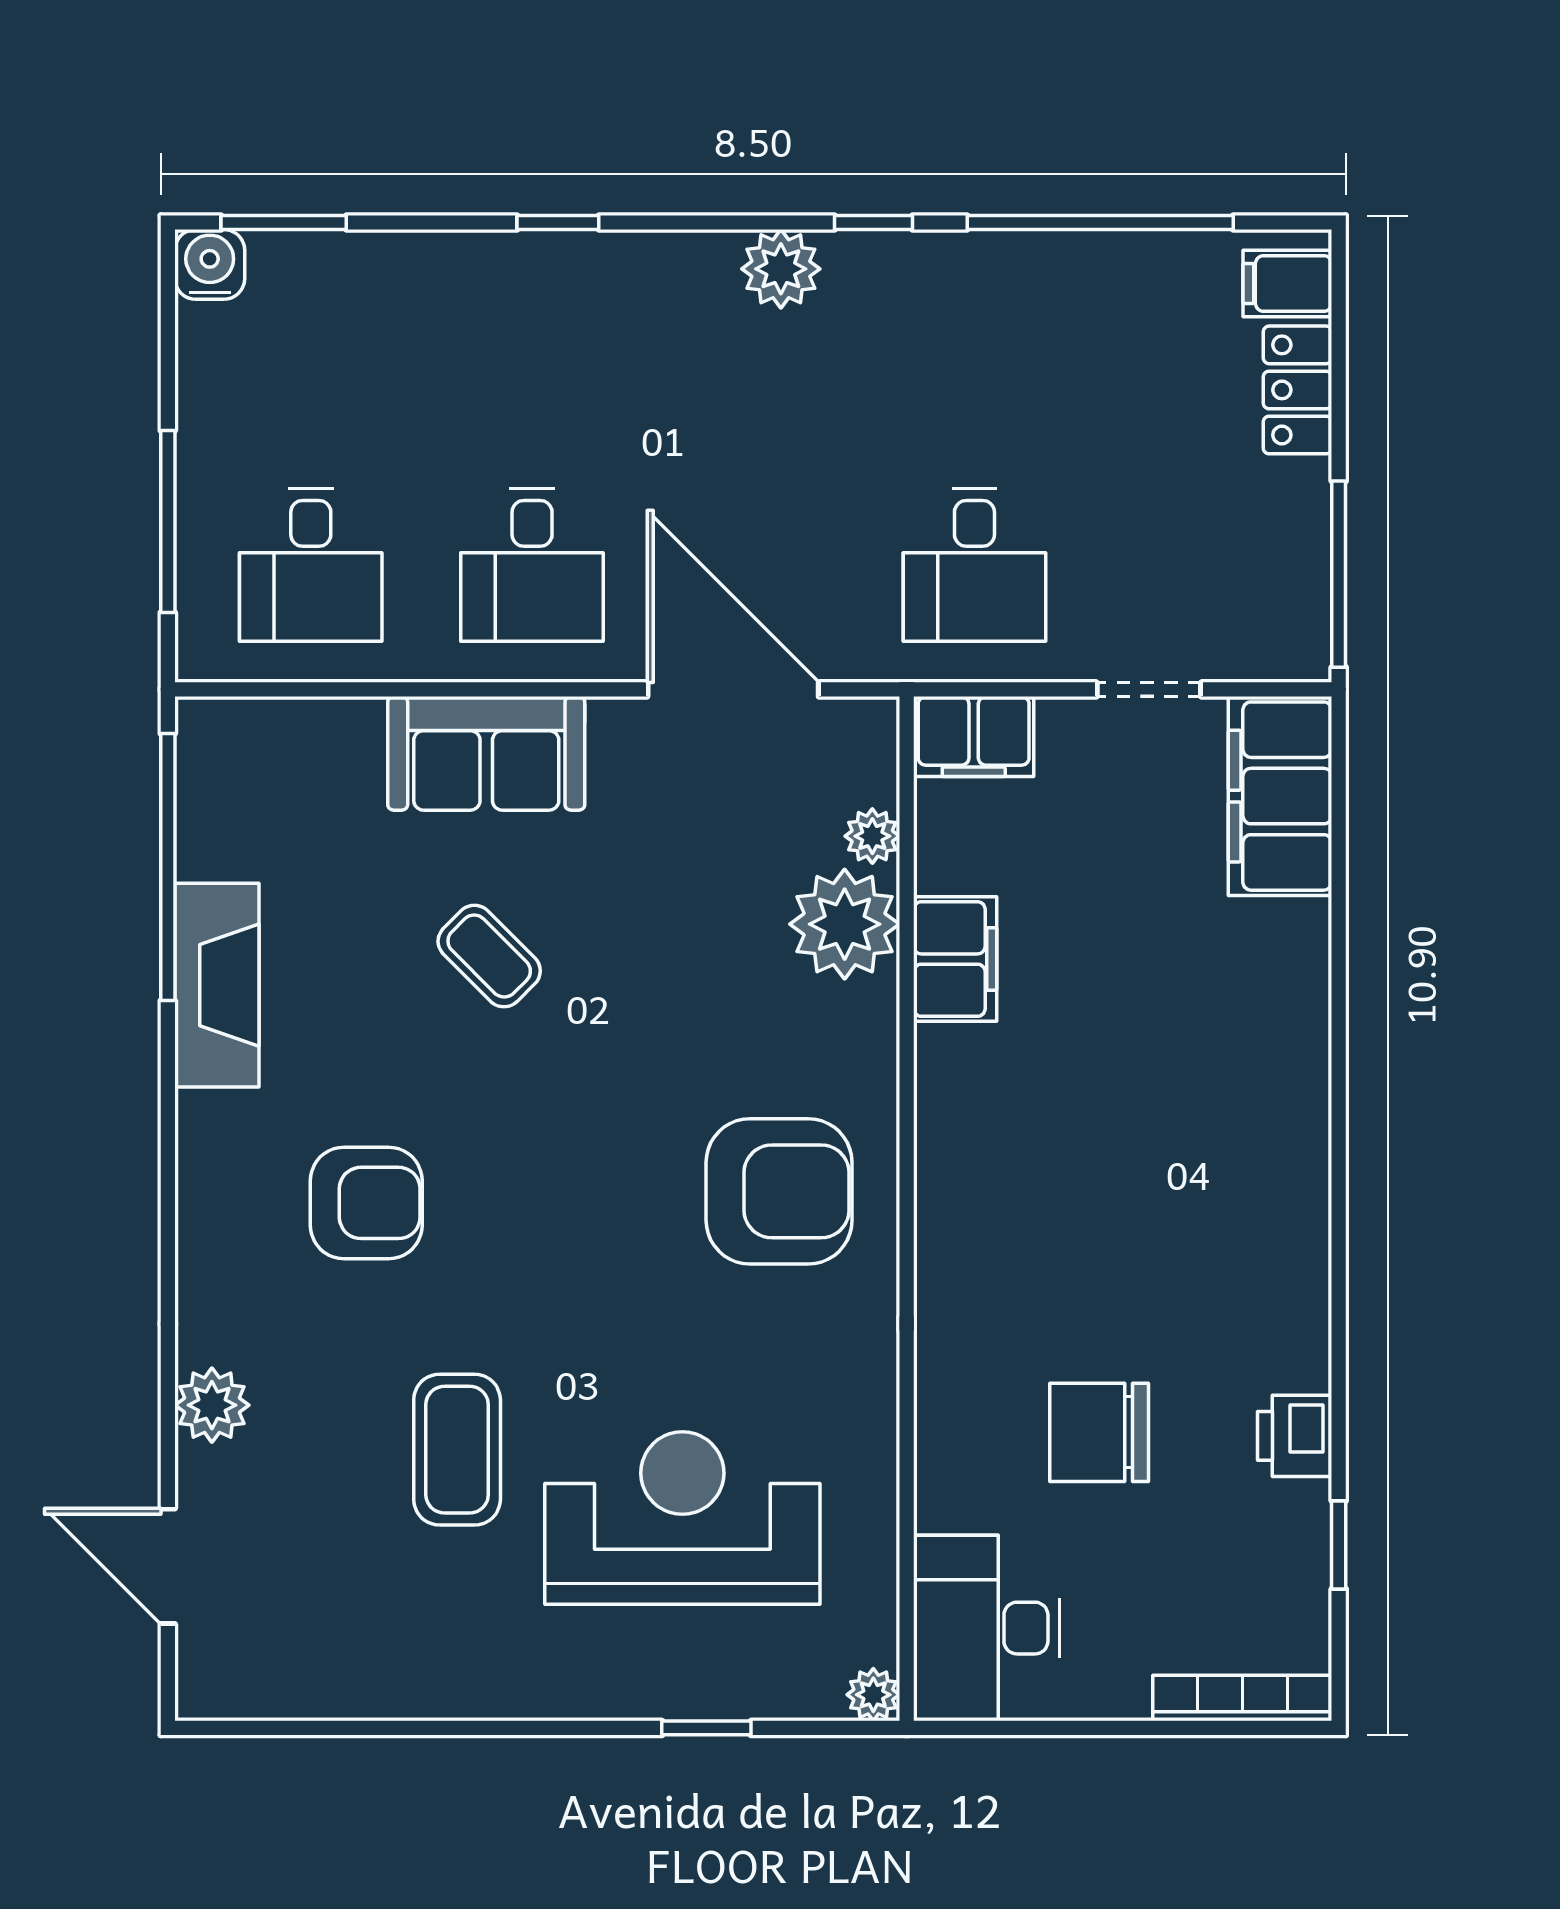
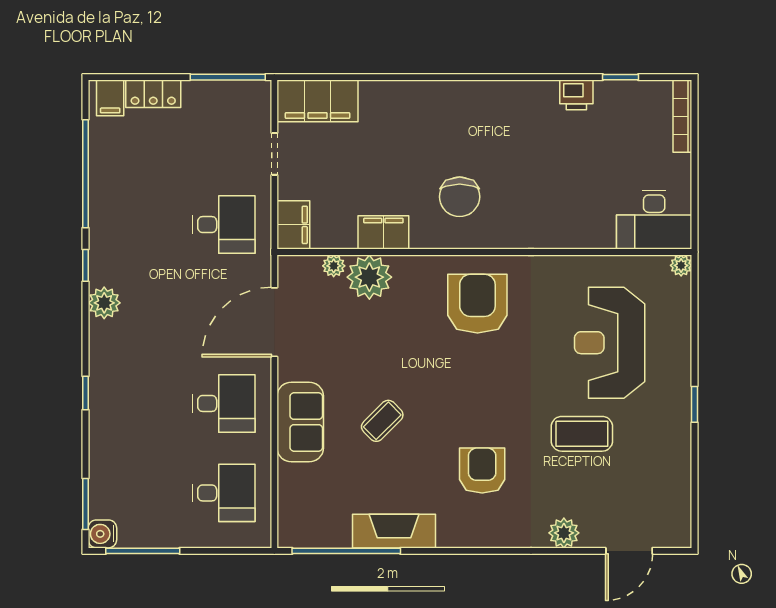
window: (168, 522) -> (143, 551), moved
chair: (1099, 1432) -> (460, 197), moved
window: (706, 1728) -> (695, 404), moved

